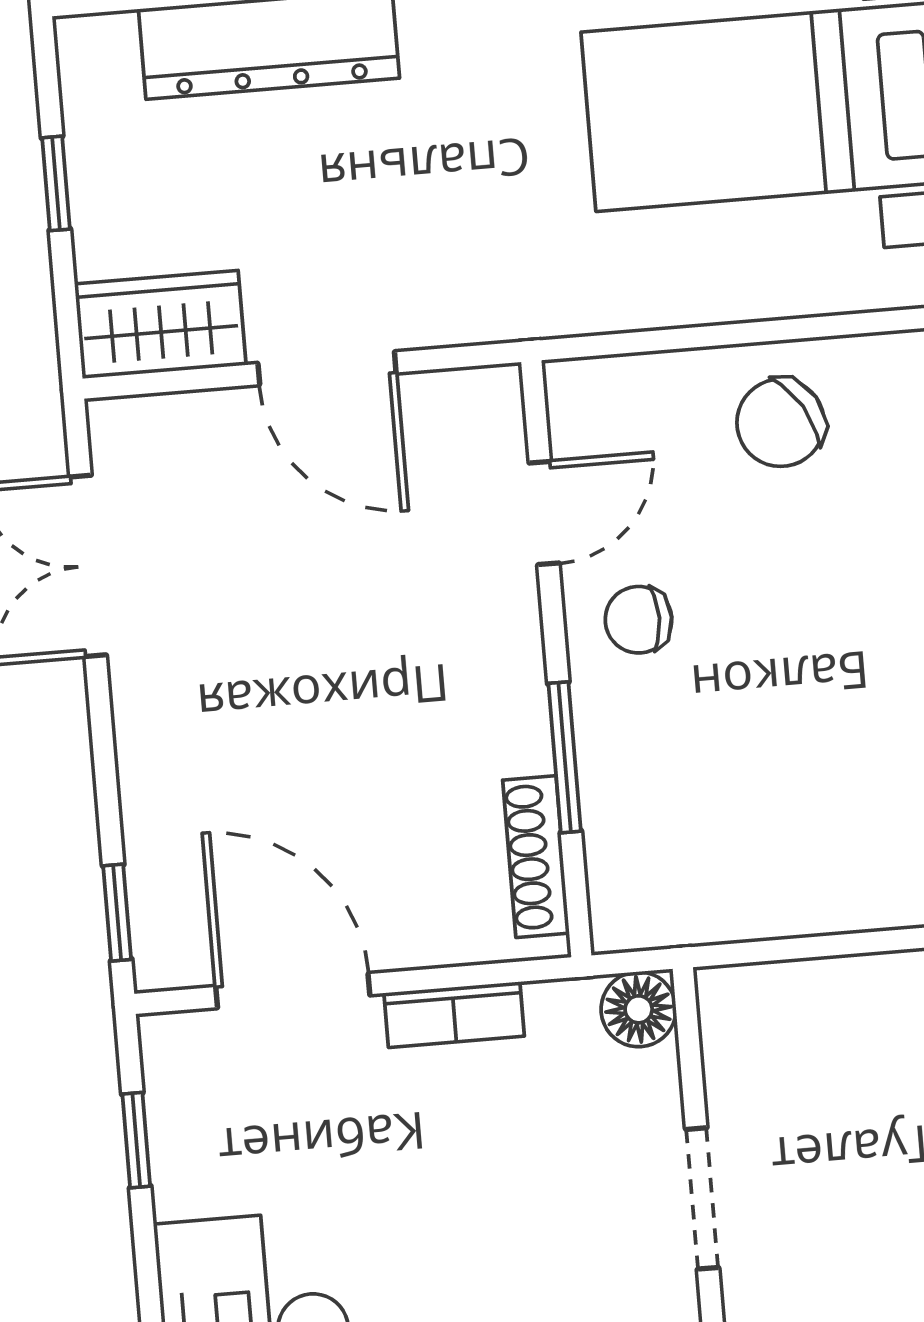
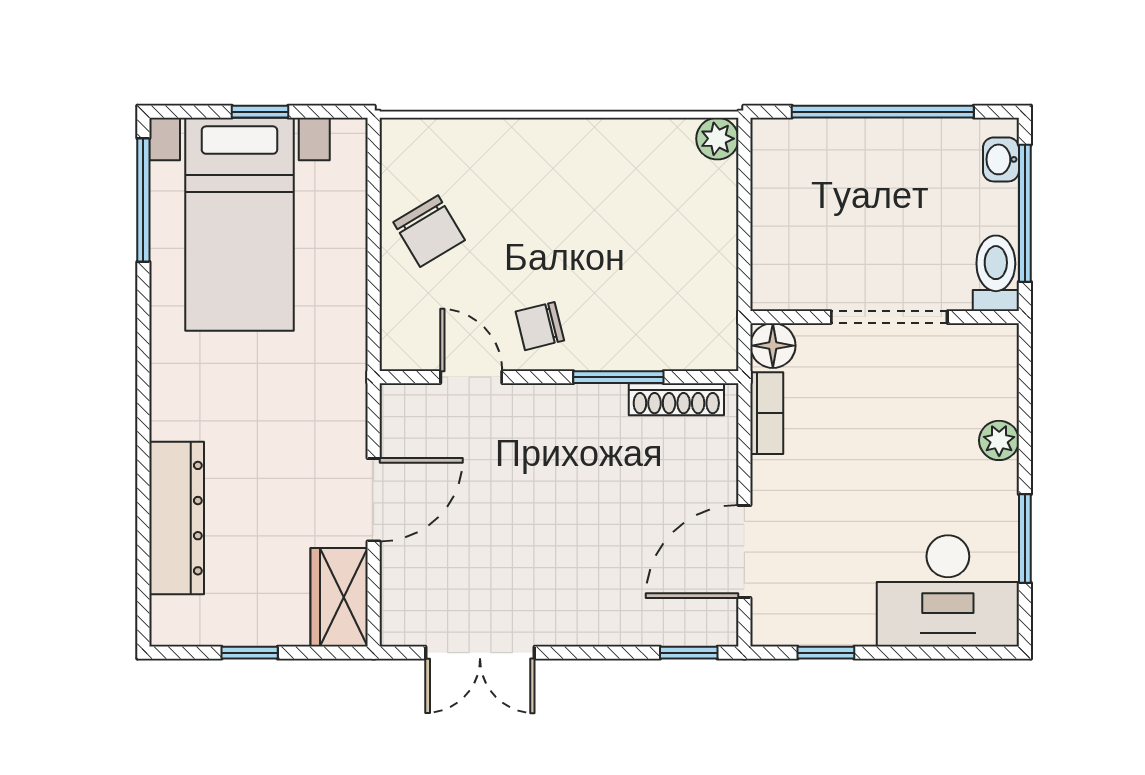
chair: (638, 620) -> (540, 326), turned 76
bookcase: (454, 1015) -> (767, 413), moved
doorway: (702, 1198) -> (889, 317), width x1.38

